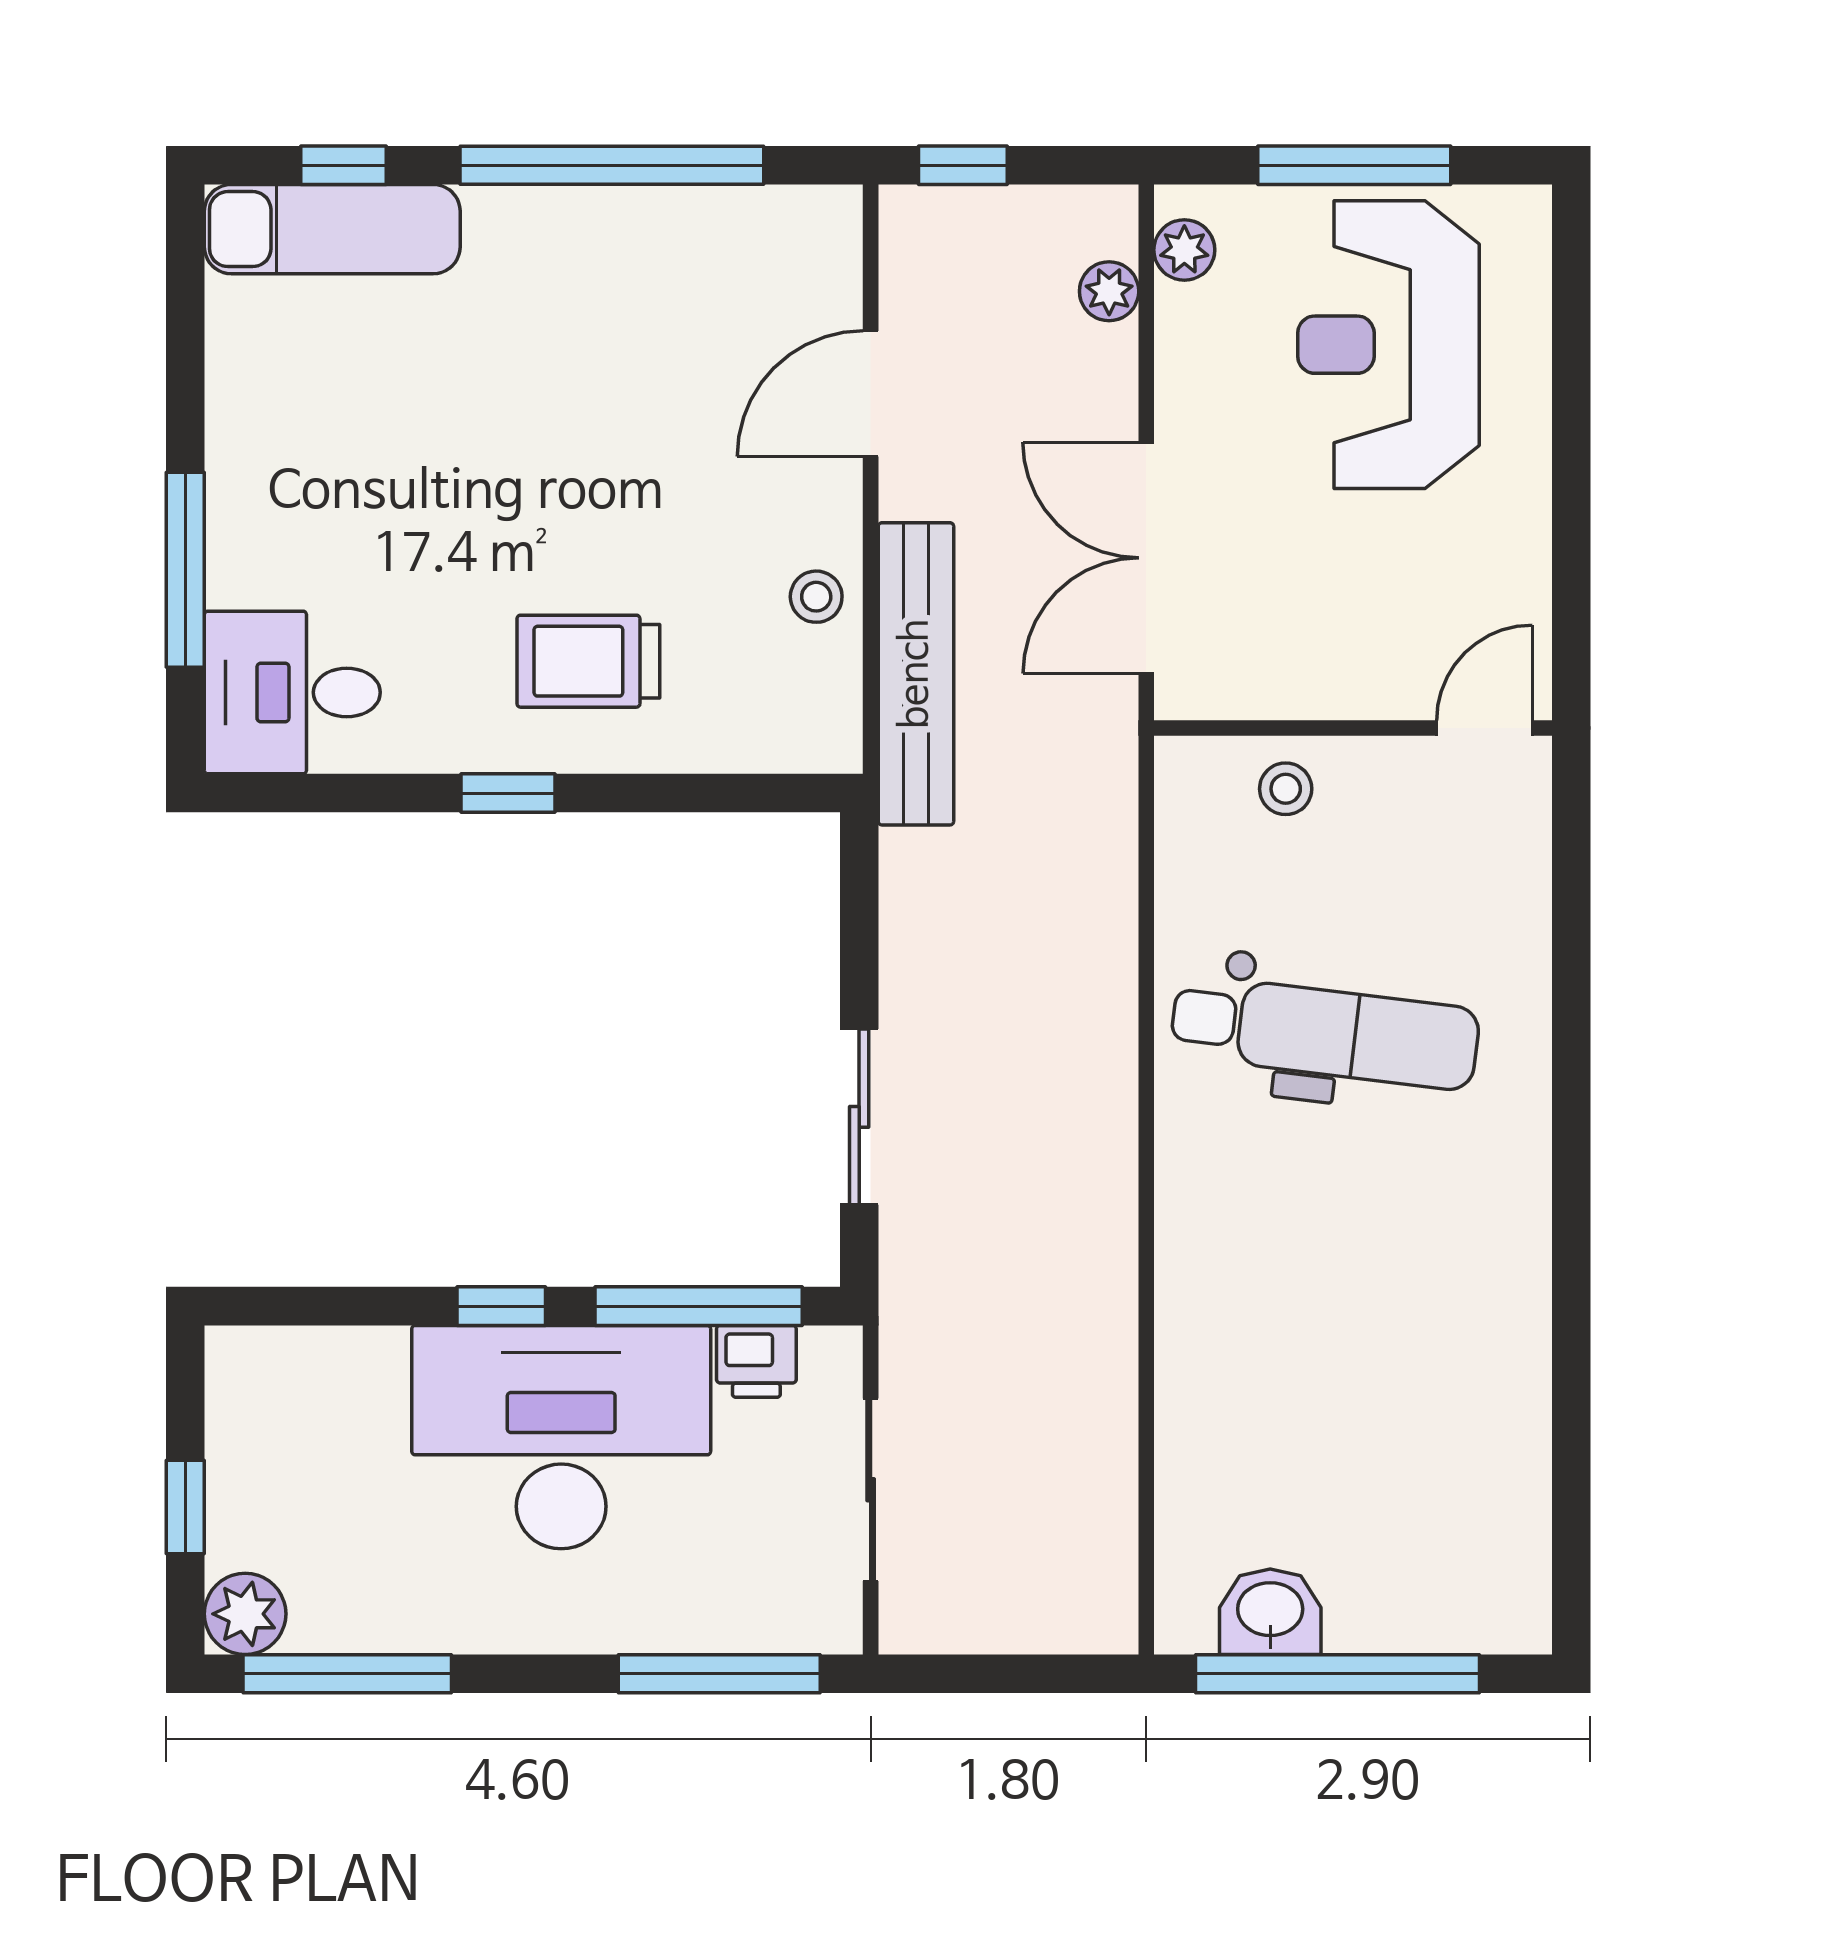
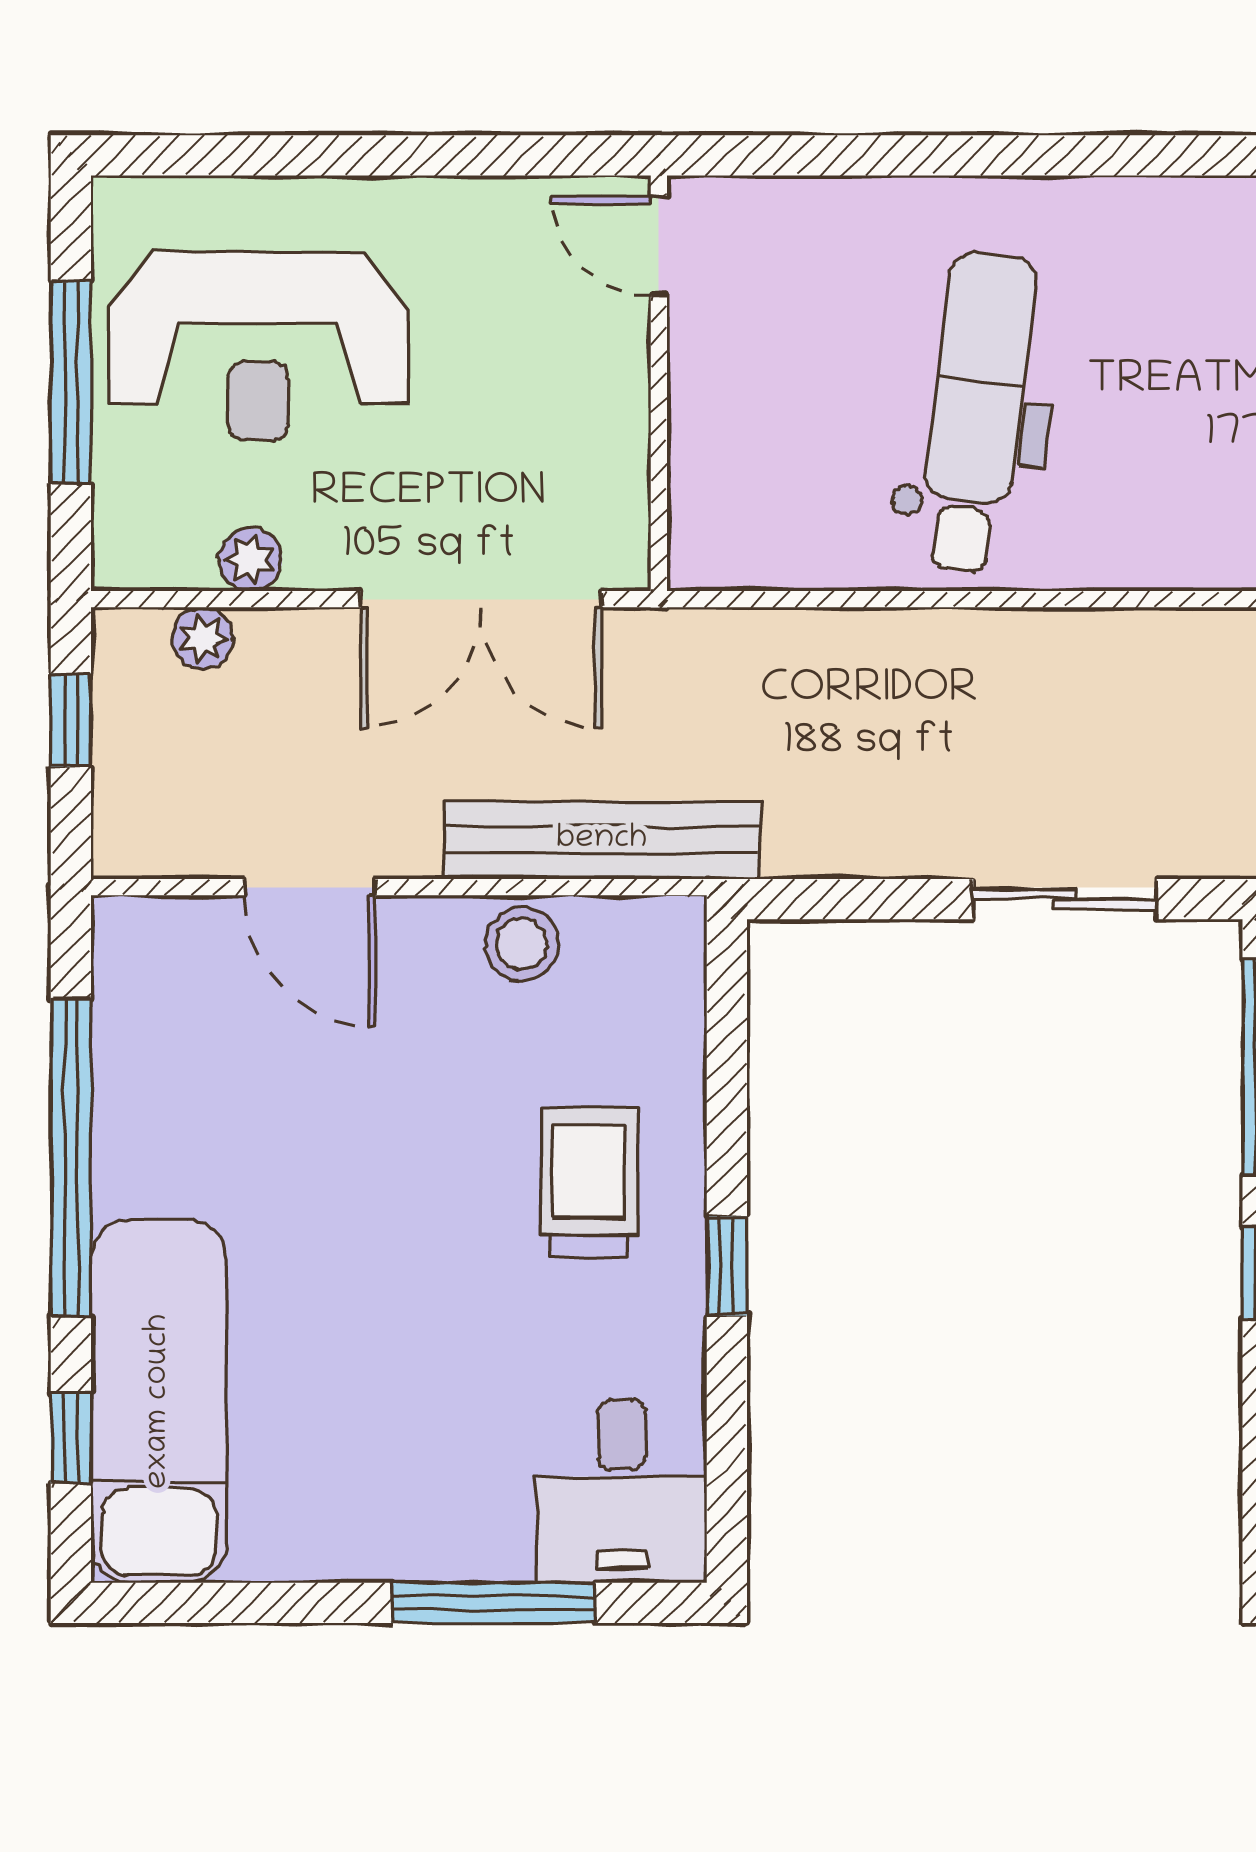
window: (963, 165) -> (71, 720), moved
exam couch: (332, 229) -> (159, 1401), width x1.36, depth x1.45
plant: (1184, 250) -> (250, 560), moved
stool: (816, 597) -> (522, 944), width x1.37, depth x1.37
trolley: (588, 661) -> (589, 1182), turned 180
stool: (1286, 789) -> (722, 454), removed

